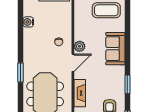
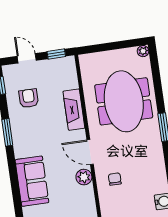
door: (73, 63) -> (90, 152), hinge flipped

